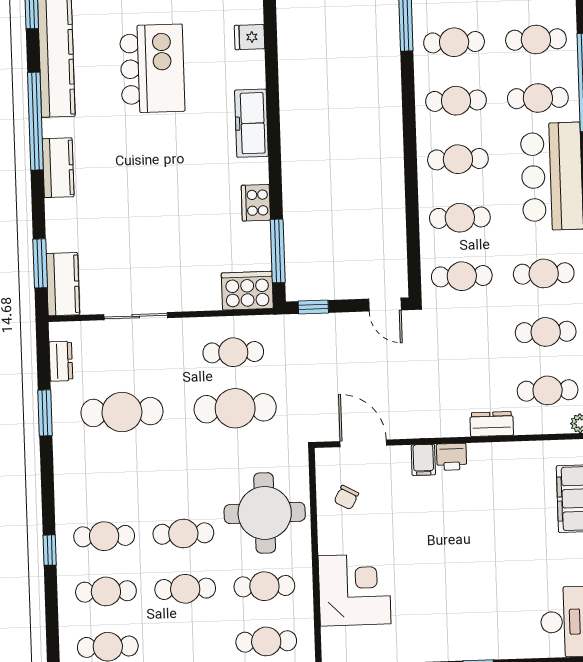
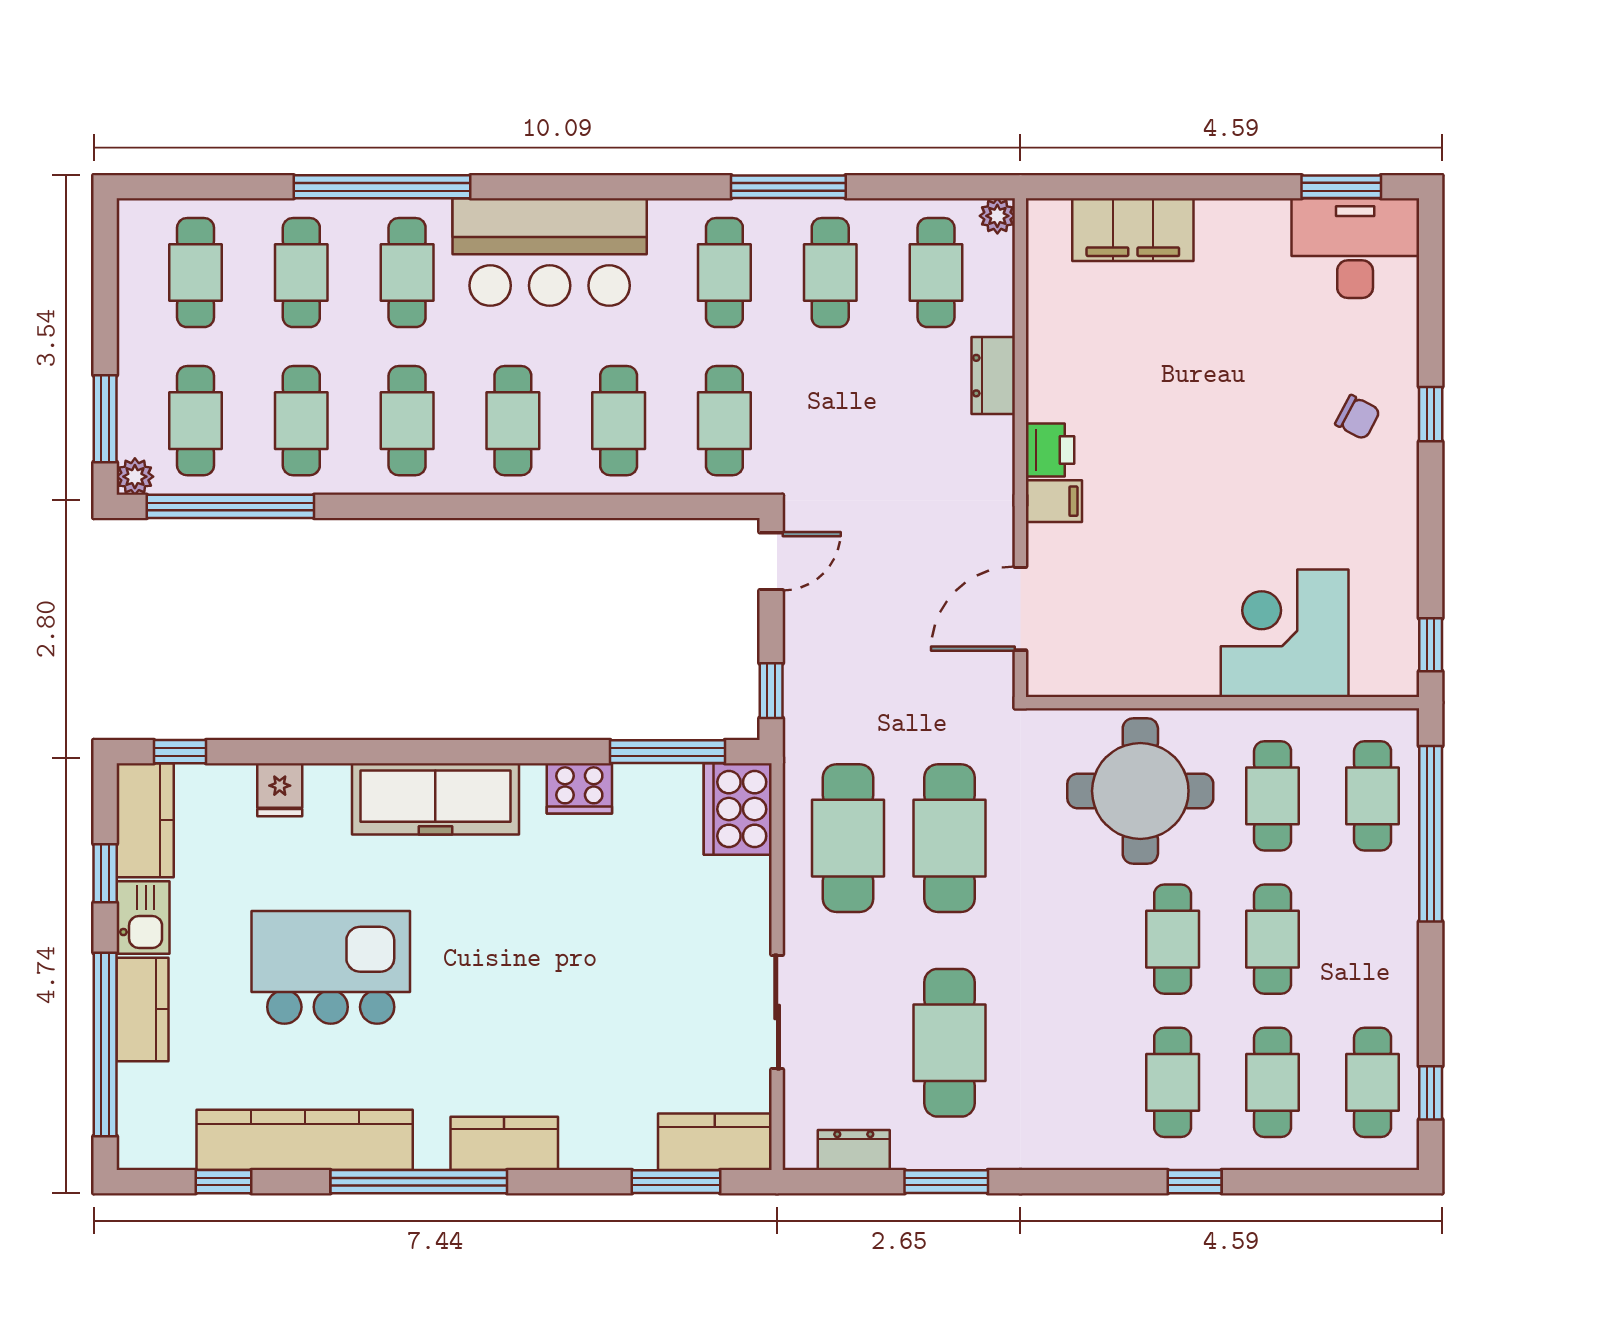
freezer: (251, 123) -> (435, 799), width x1.36, depth x1.26
cafe table: (233, 352) -> (848, 838), width x1.37, depth x1.35
chair: (346, 497) -> (1358, 417), moved

